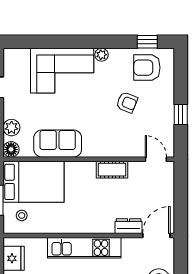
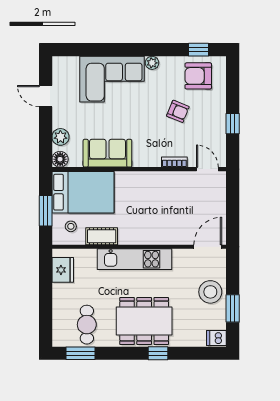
bookcase: (123, 152) -> (174, 162), added
cot: (112, 170) -> (102, 236), moved
dresser: (129, 226) -> (180, 237), removed

